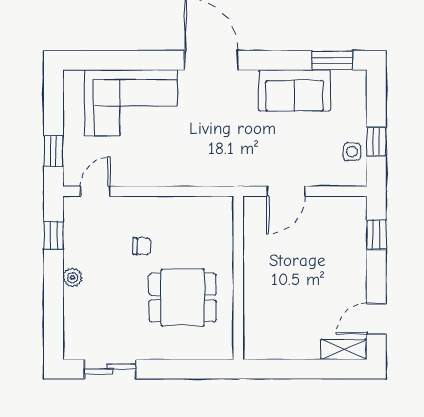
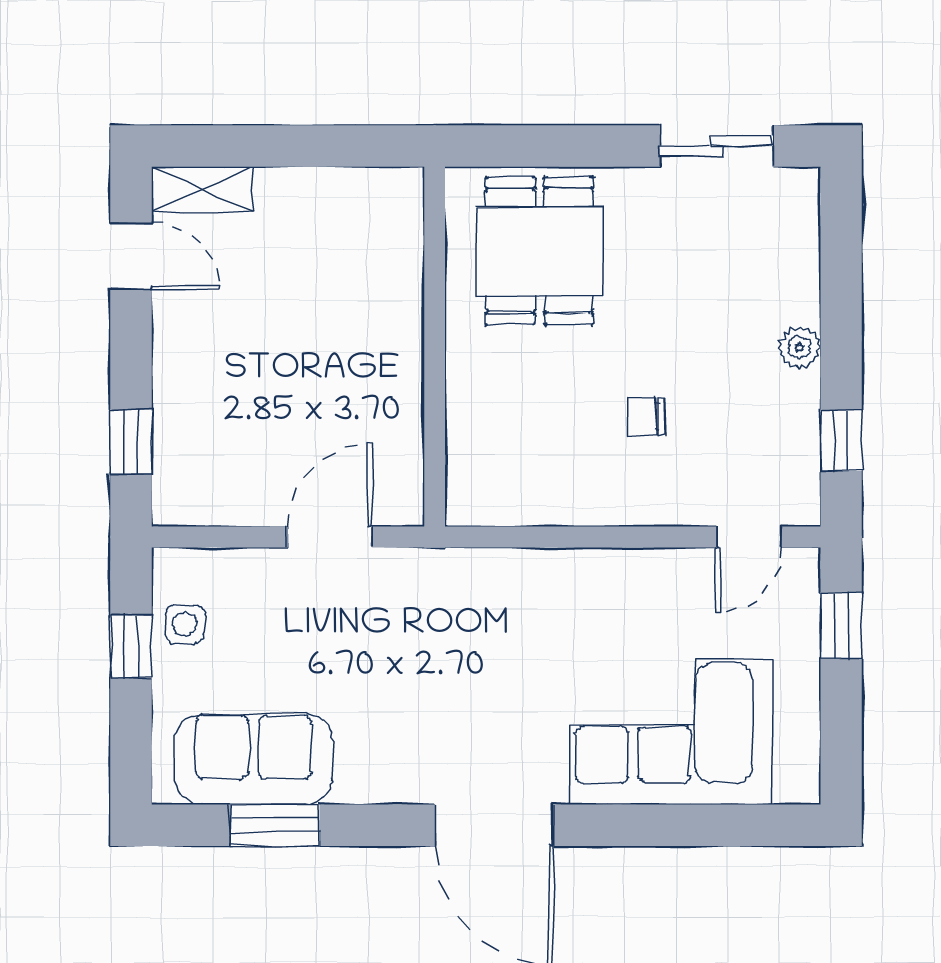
window: (332, 60) -> (275, 825), moved
sofa: (295, 90) -> (254, 759), moved
dining table: (183, 298) -> (540, 251), moved, turned 90
door: (376, 319) -> (131, 256), hinge flipped

